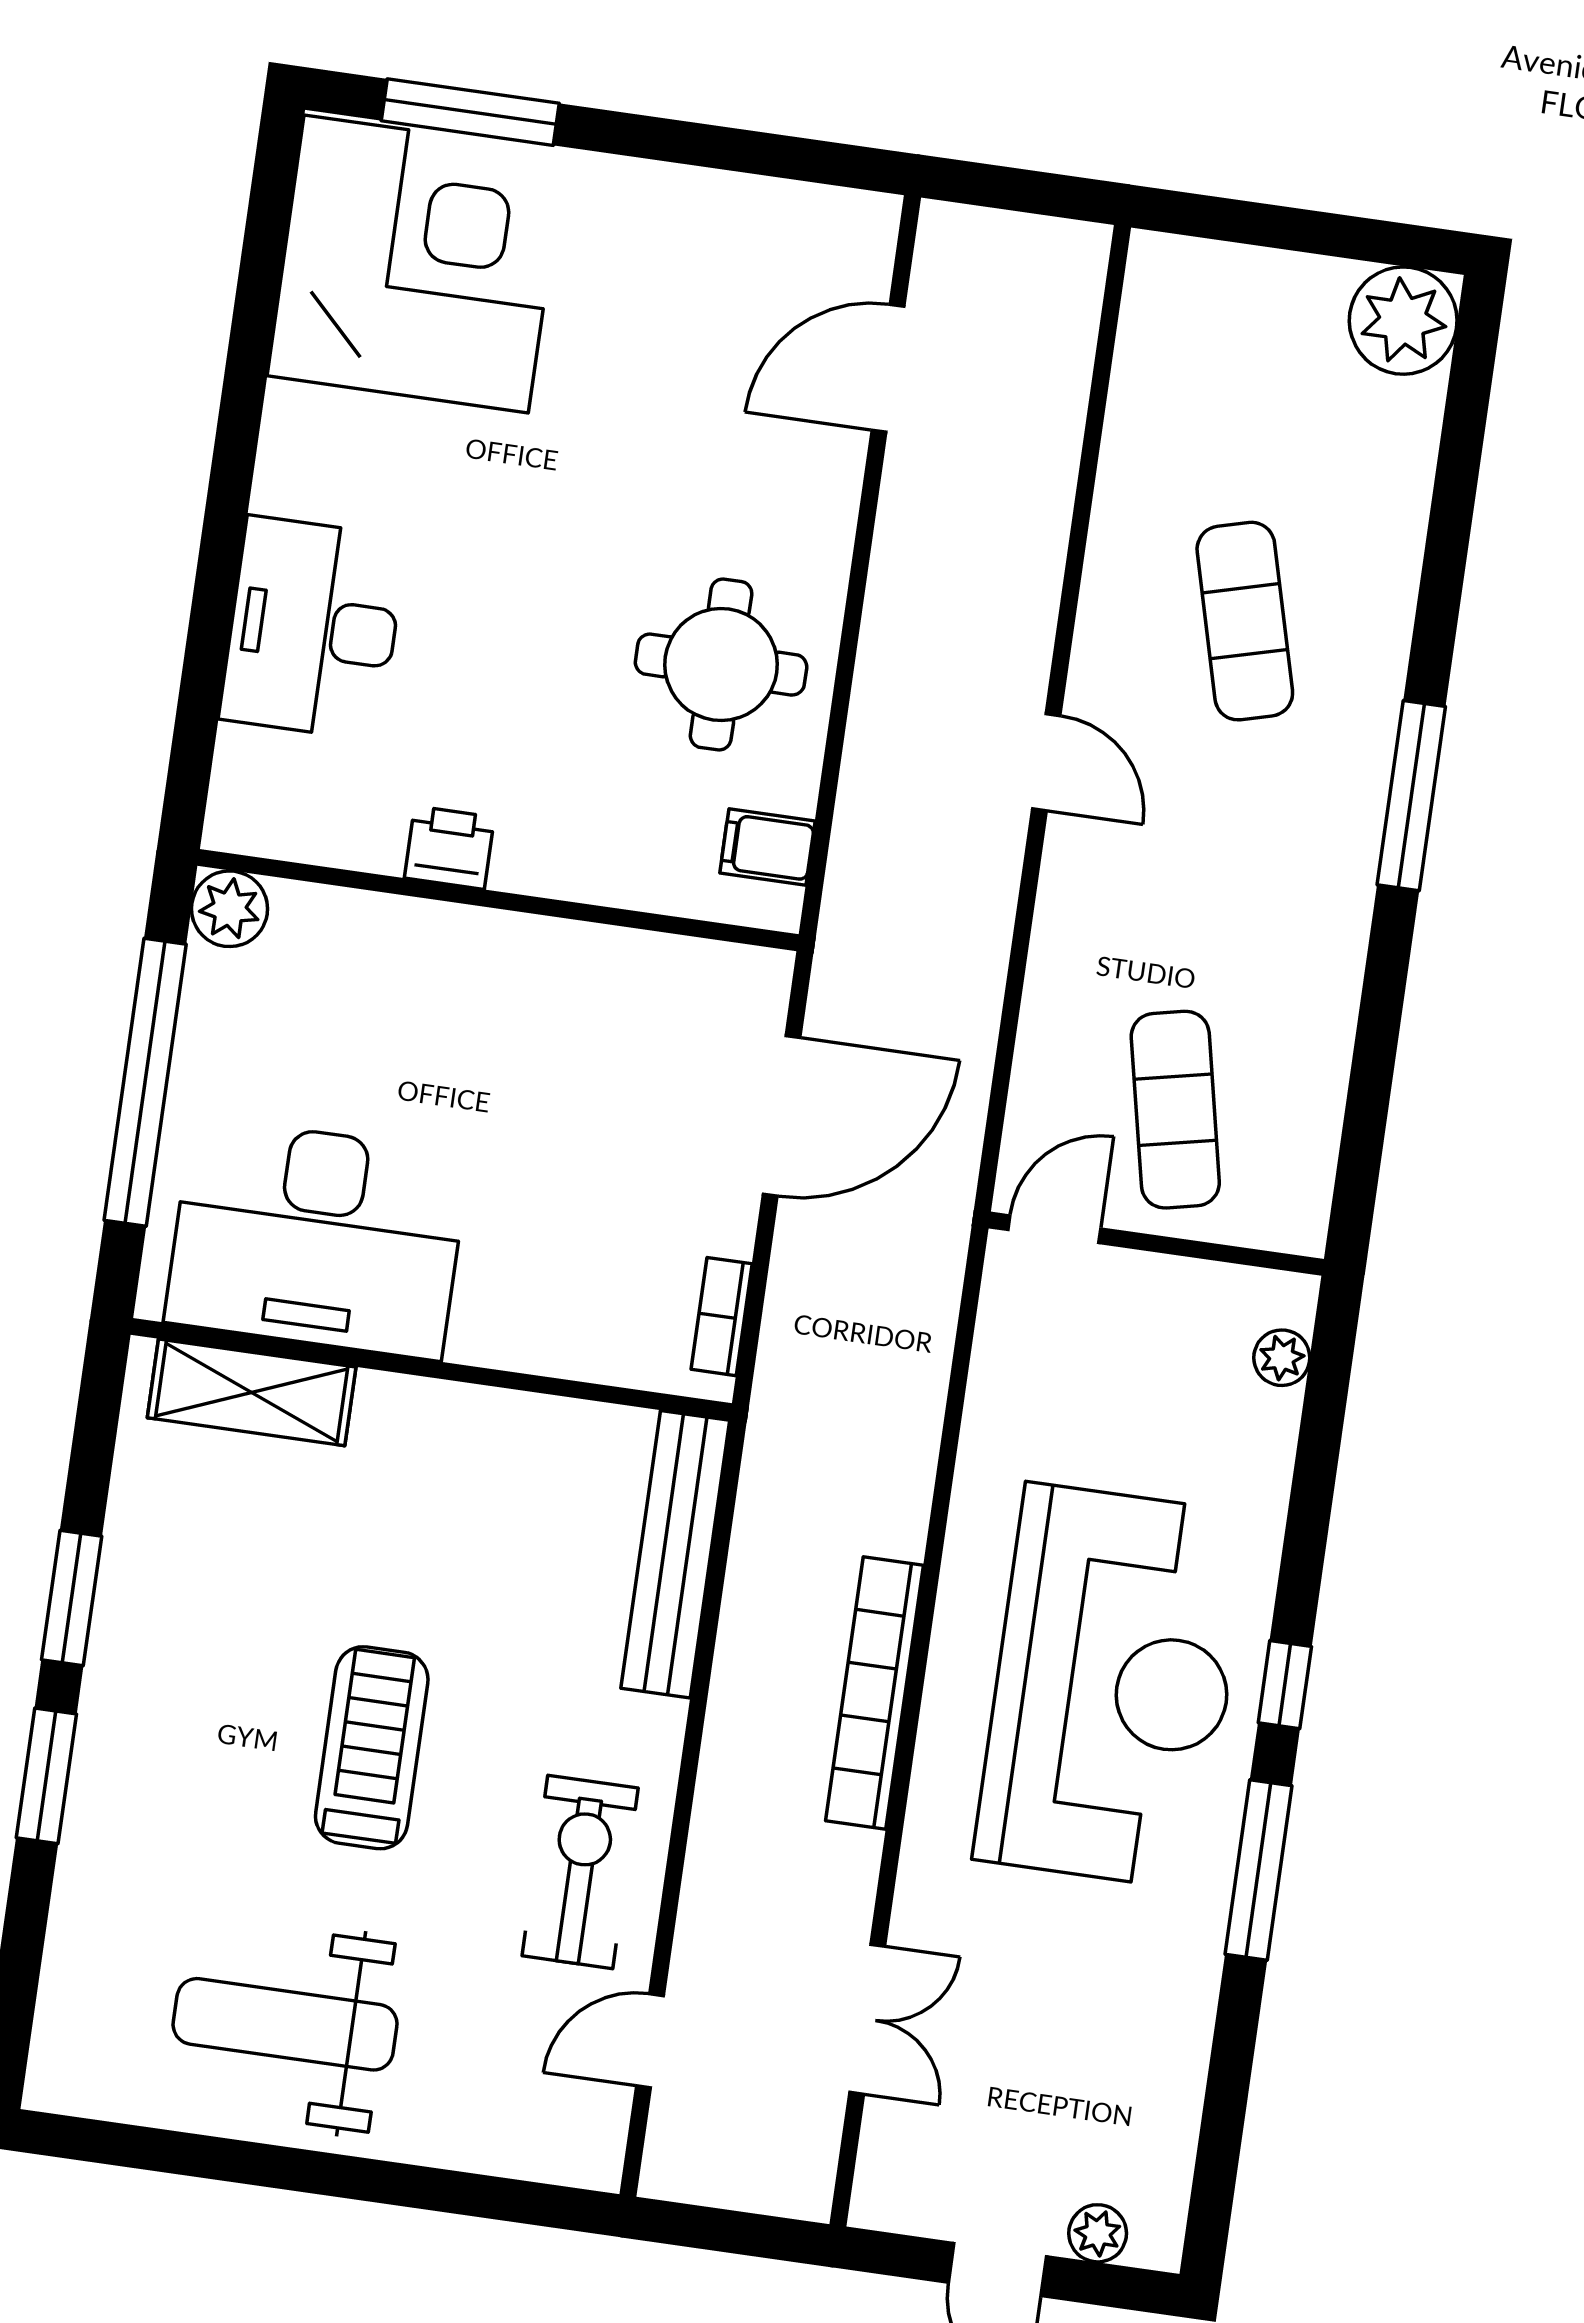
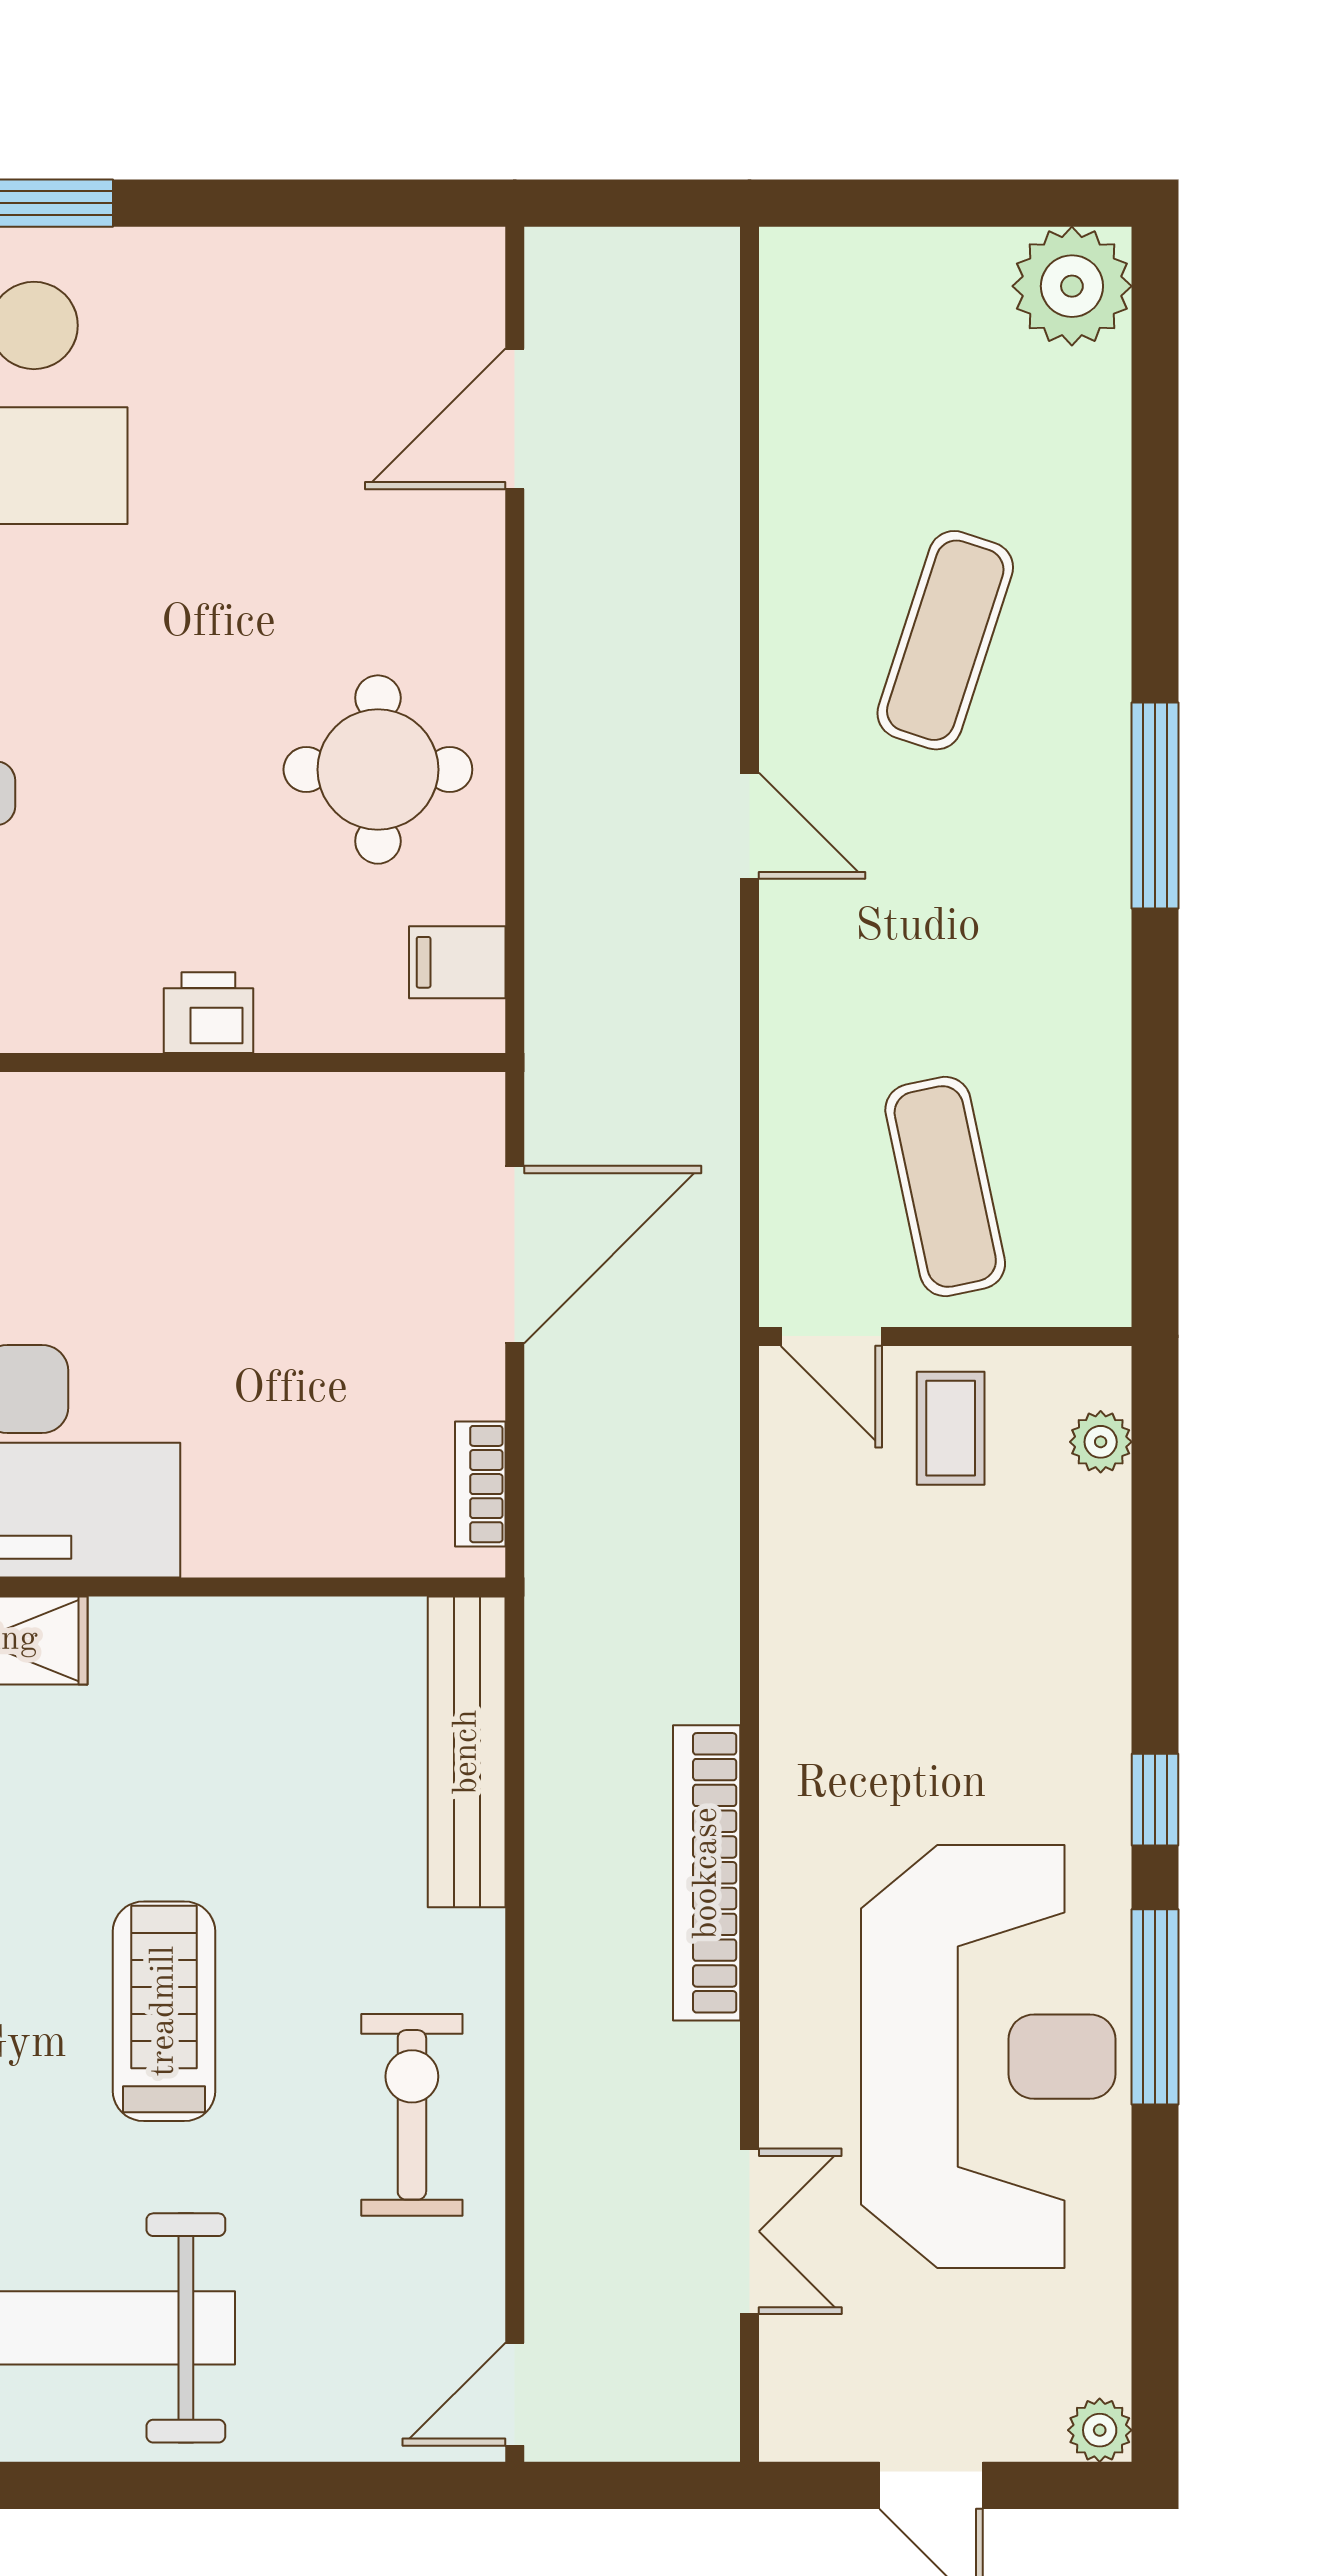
exercise mat: (1245, 621) -> (945, 640), turned 33
printer: (450, 848) -> (208, 1013), moved
door: (1054, 1229) -> (831, 1336), swing flipped
coffee table: (1149, 1326) -> (951, 1428), added
reception desk: (1112, 1686) -> (988, 2057), moved
door: (650, 2041) -> (515, 2394), moved
plant: (1098, 2233) -> (1100, 2430), moved

